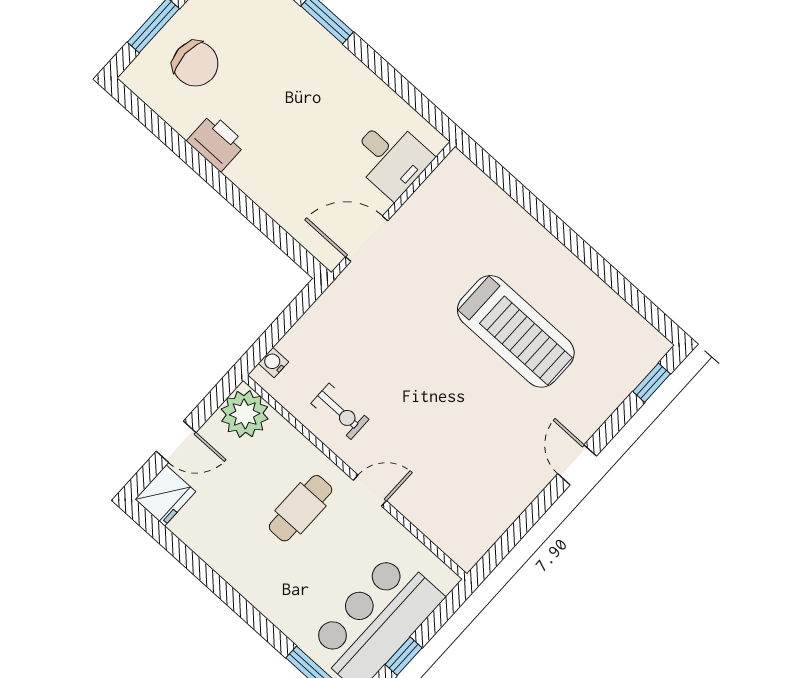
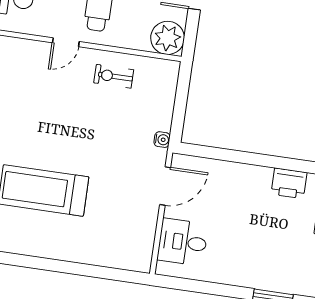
water cooler: (273, 363) -> (162, 140), moved

